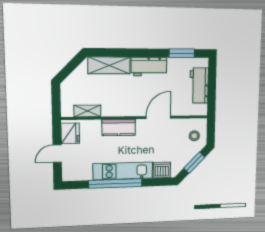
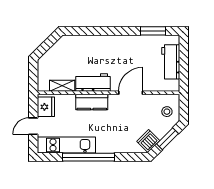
shelving: (109, 65) -> (83, 43), removed
workbench: (149, 67) -> (93, 82), moved, turned 180
dishwasher: (162, 170) -> (148, 141), moved, turned -45
kitchen unit: (123, 171) -> (66, 145), moved

